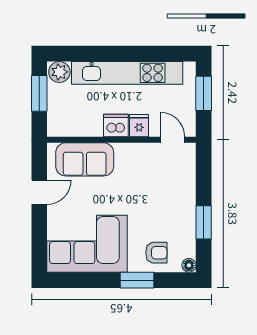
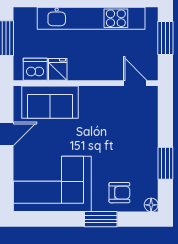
plant: (59, 72) -> (25, 17), removed
dishwasher: (116, 125) -> (35, 69), moved
fridge: (139, 126) -> (58, 69), moved

